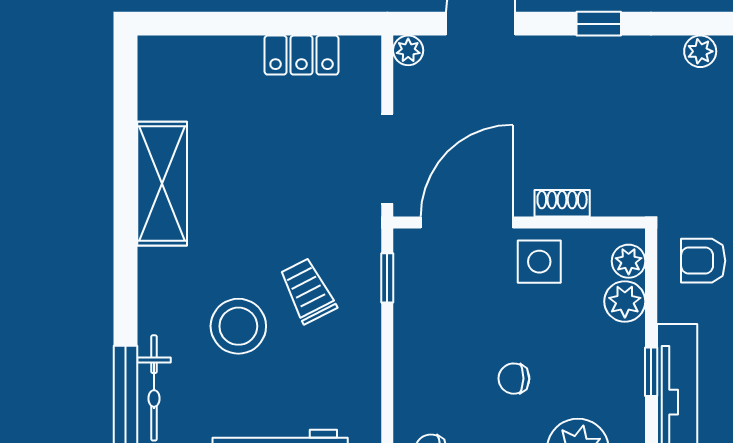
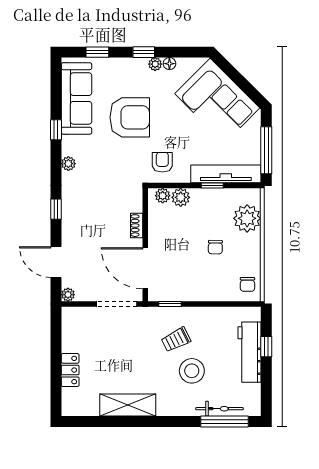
locker: (302, 55) -> (70, 370), moved
armchair: (703, 261) -> (162, 162), turned 180
side table: (539, 262) -> (163, 236), removed

